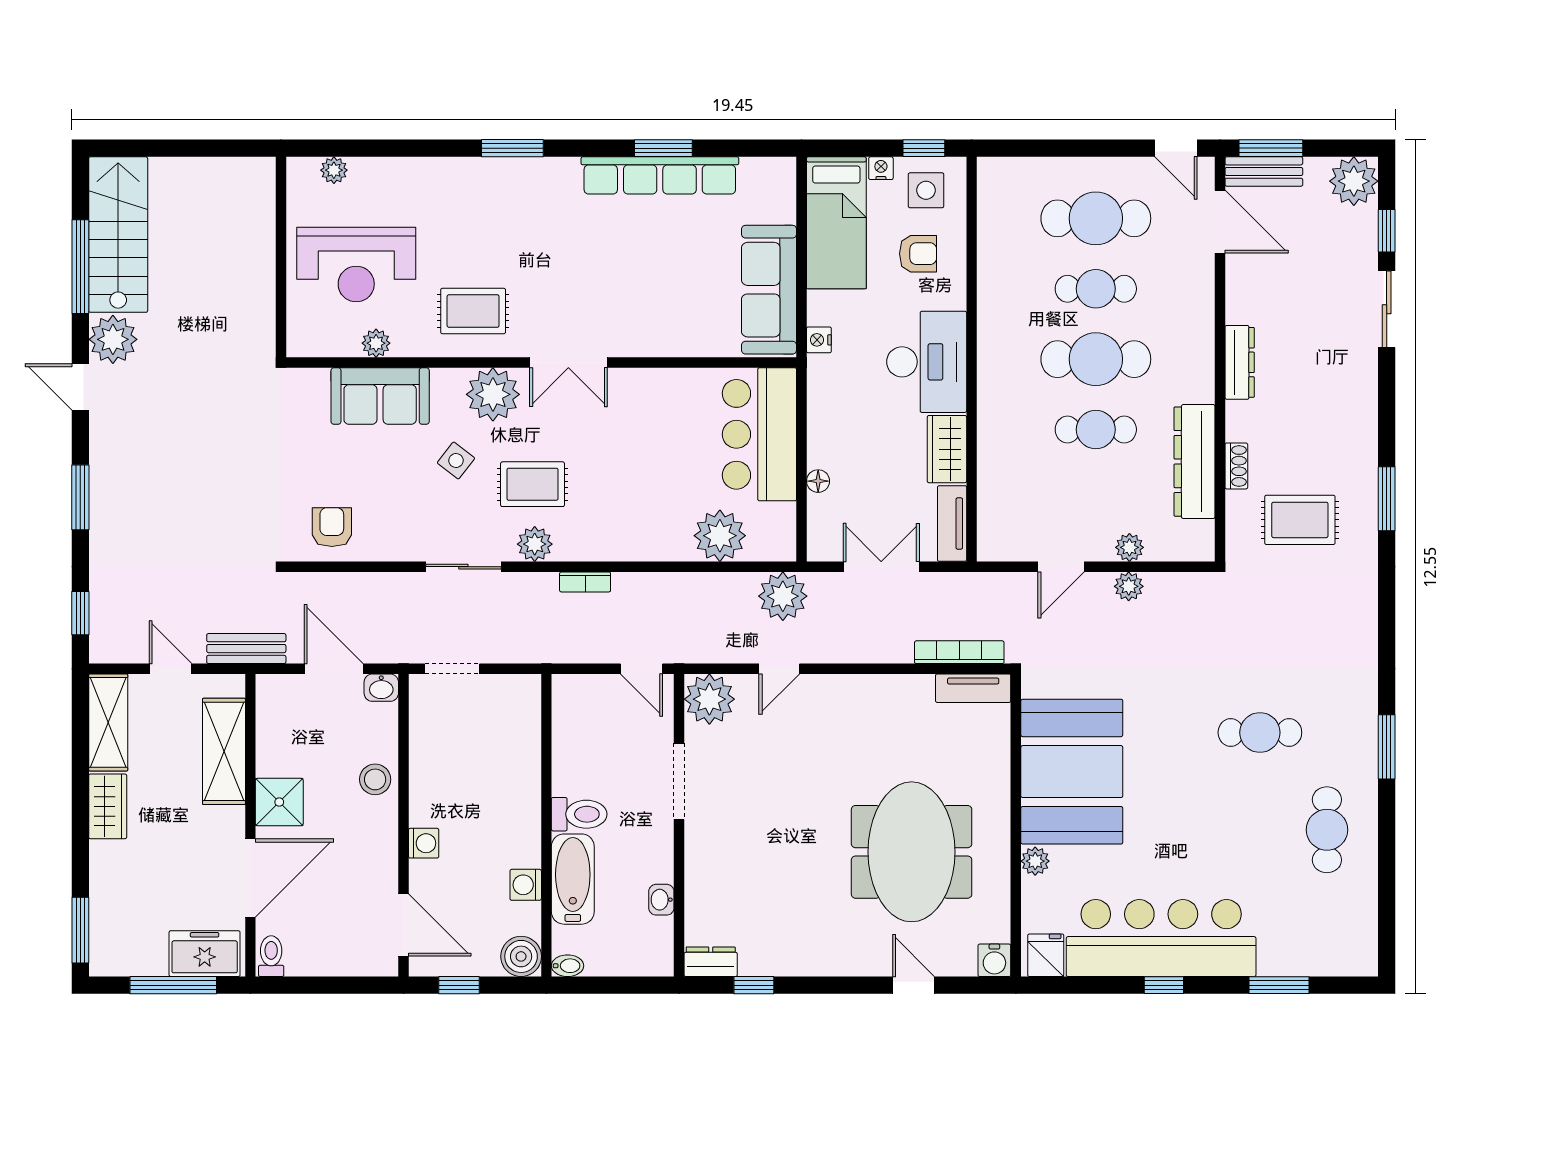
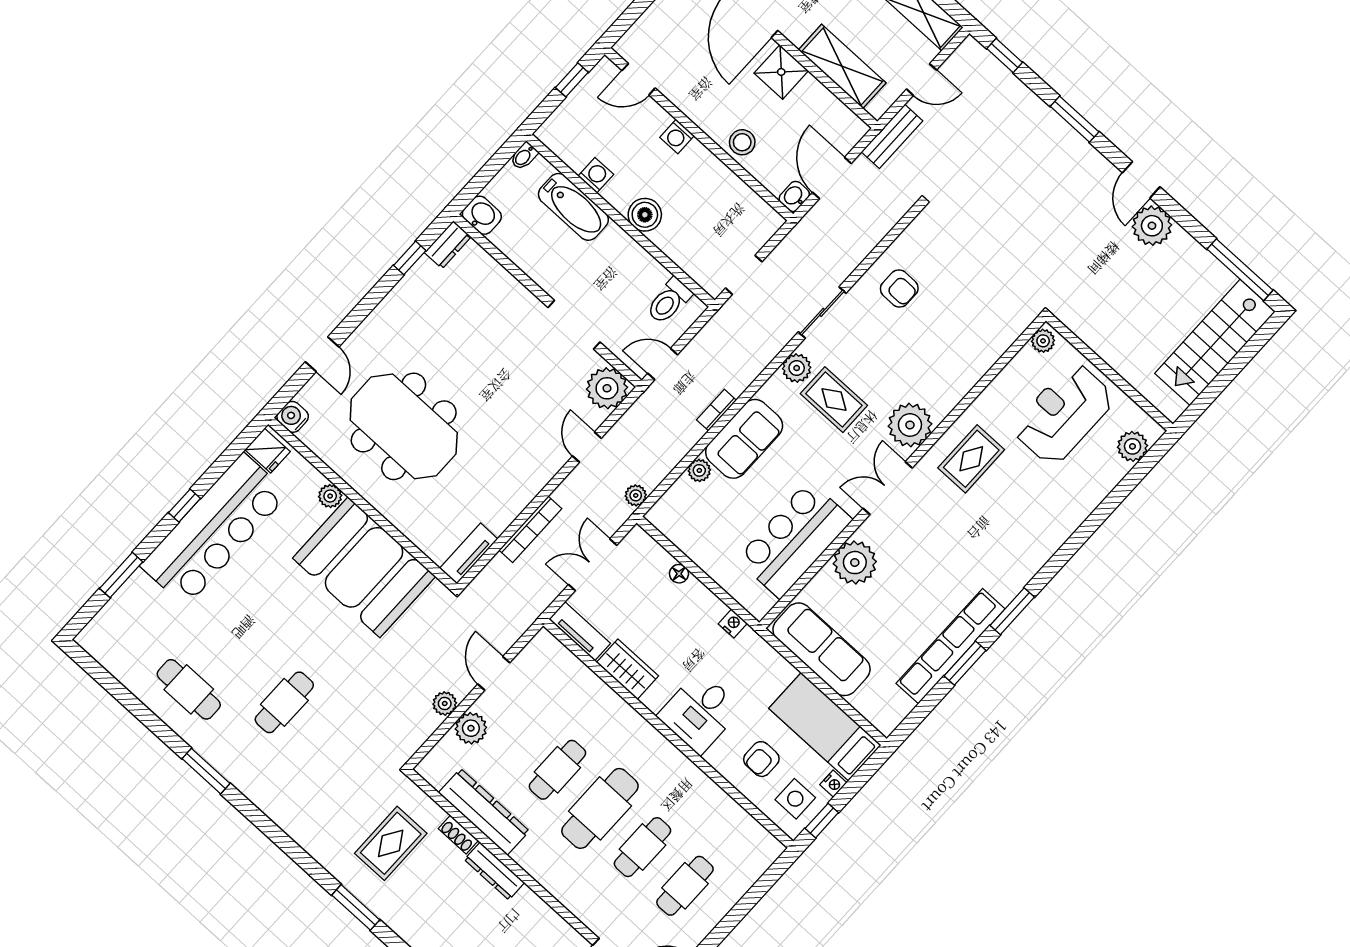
window: (512, 148) -> (1012, 611), moved
plant: (334, 170) -> (1132, 446), width x1.38, depth x1.38
cafe table: (1096, 218) -> (685, 886), width x0.73, depth x0.74
stairs: (118, 235) -> (1215, 342), moved, turned 90
window: (80, 267) -> (1240, 270), moved
plant: (663, 331) -> (855, 563), added
nightstand: (819, 340) -> (733, 624), moved
plant: (376, 343) -> (1043, 341), moved
desk: (927, 362) -> (700, 712), width x0.73
dresser: (1240, 362) -> (494, 871), moved
door: (80, 387) -> (1141, 180), swing flipped
sofa: (380, 396) -> (744, 439), moved, turned 180
bar counter: (759, 434) -> (794, 539), moved, turned -90
side table: (456, 461) -> (890, 366), removed
rug: (533, 484) -> (834, 400), turned 90
armchair: (332, 527) -> (899, 289), moved
plant: (720, 536) -> (699, 470), width x0.53, depth x0.53
plant: (1129, 547) -> (471, 728), width x1.38, depth x1.38
double door: (881, 567) -> (593, 565), swing flipped
bookcase: (585, 582) -> (717, 410), moved
plant: (783, 596) -> (636, 495), width x0.53, depth x0.53
bookcase: (959, 652) -> (530, 529), moved
door: (334, 669) -> (832, 178), swing flipped
doorway: (452, 669) -> (744, 275), moved
toilet: (579, 814) -> (669, 301), moved
washbasin: (661, 900) -> (482, 215), moved, width x1.38, depth x1.45
door: (403, 925) -> (639, 79), width x0.73
boiler: (521, 956) -> (645, 215), moved
door: (913, 985) -> (322, 354), hinge flipped

